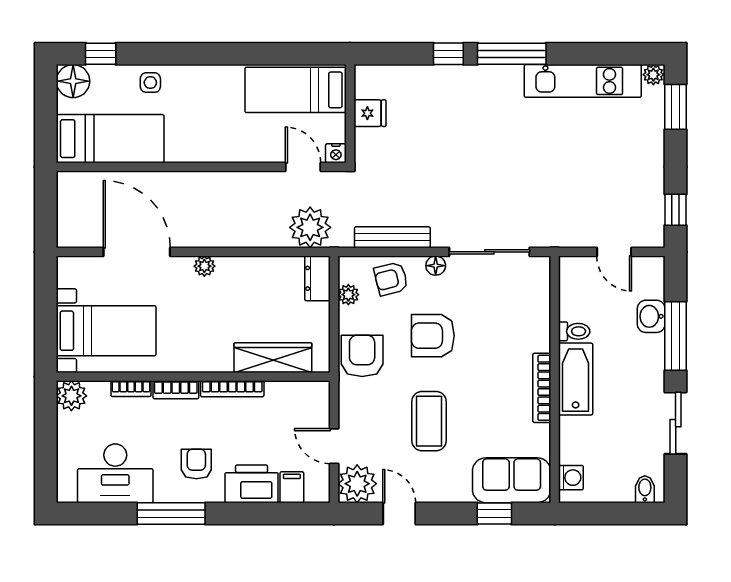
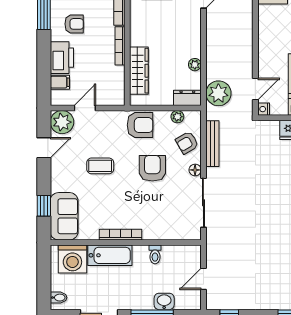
plant: (204, 266) -> (195, 65), moved
armchair: (391, 279) -> (187, 143), turned -106
bathtub: (576, 379) -> (110, 255), moved
coffee table: (429, 421) -> (100, 166), width x0.73, depth x0.77
washing machine: (571, 478) -> (72, 259), width x1.89, depth x1.89

